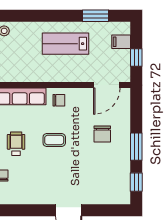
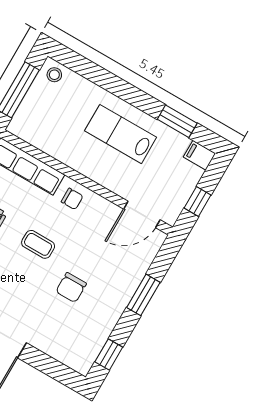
filing cabinet: (121, 42) -> (200, 155), moved
chair: (102, 134) -> (71, 288), moved
window: (136, 147) -> (143, 295), moved

